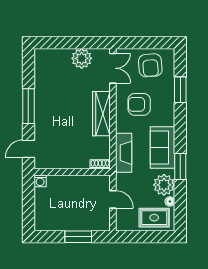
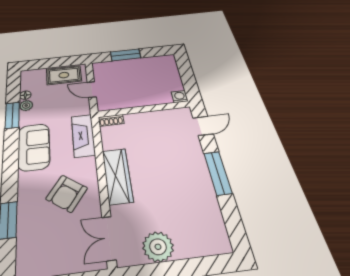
armchair: (150, 65) -> (53, 250), removed
armchair: (139, 104) -> (67, 194), turned 126
window: (180, 166) -> (12, 115), moved
plant: (164, 185) -> (26, 106), width x0.53, depth x0.53
rug: (154, 218) -> (64, 75), moved

